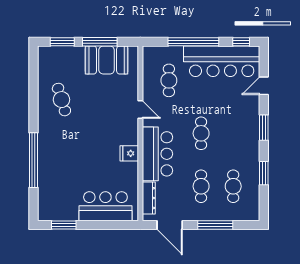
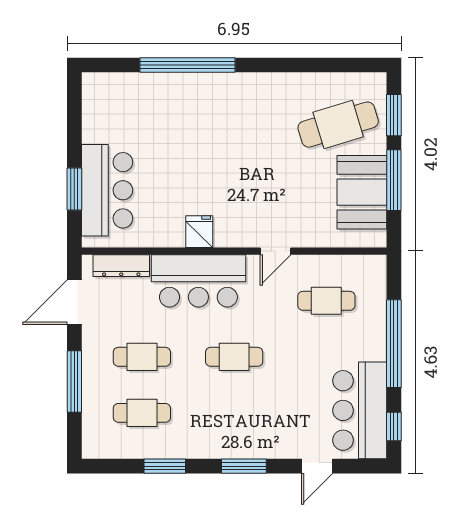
bar counter: (222, 61) -> (360, 410), width x0.73
door: (264, 86) -> (317, 466), swing flipped
cafe table: (61, 100) -> (338, 125), moved, width x1.37, depth x1.35
window: (64, 225) -> (74, 189), moved

